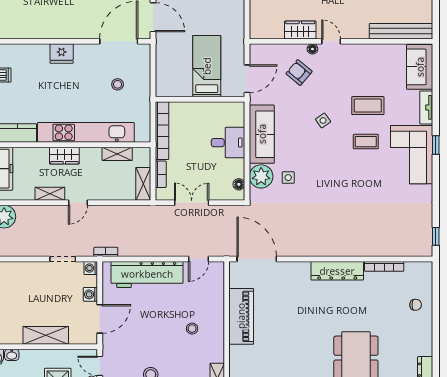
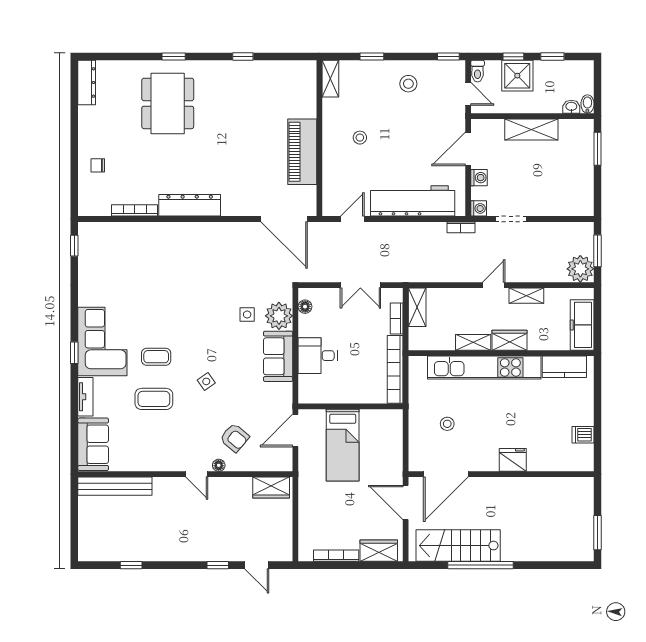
wardrobe: (300, 30) -> (271, 488), moved
sofa: (262, 134) -> (278, 356), width x0.73
shelving: (117, 154) -> (473, 342), moved

